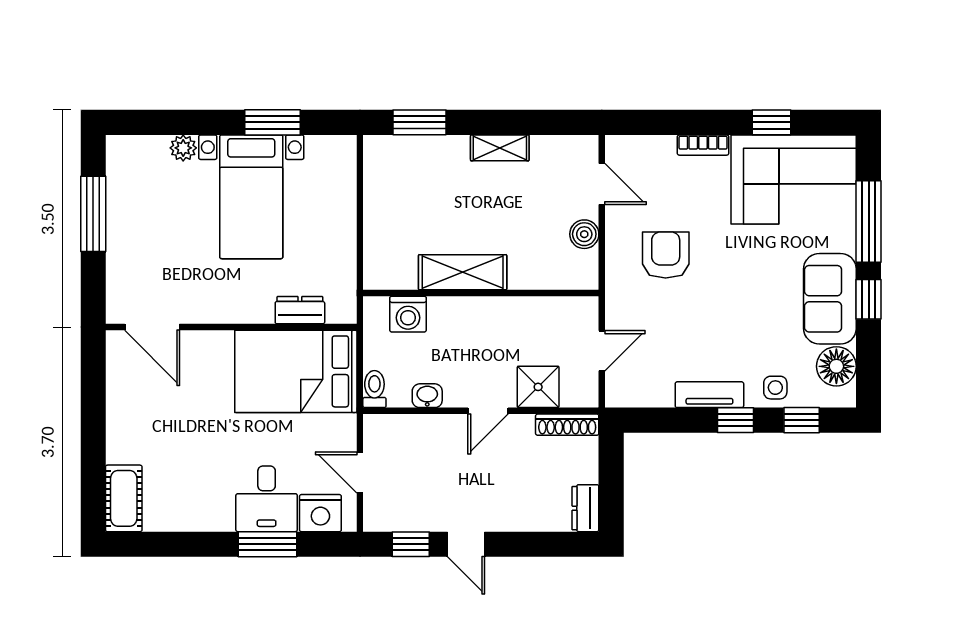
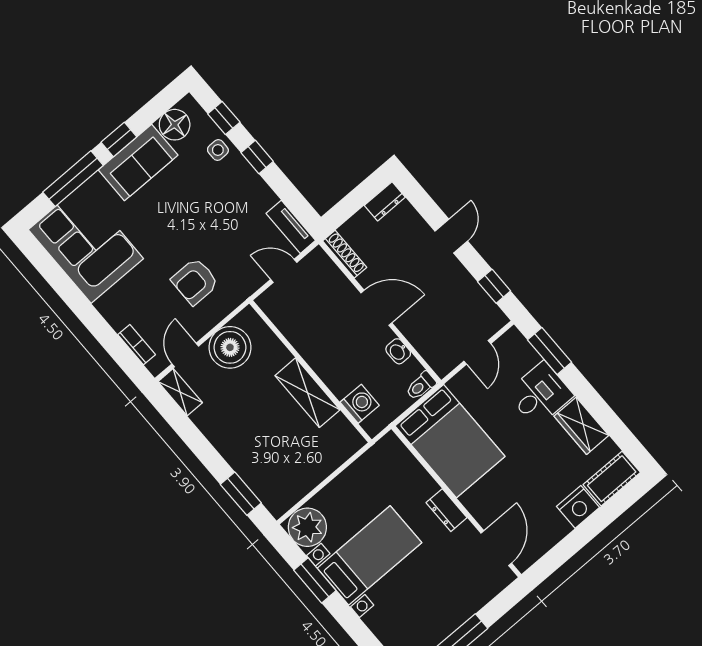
window: (771, 122) -> (63, 286), removed
bookcase: (703, 145) -> (137, 345), moved
plant: (183, 148) -> (307, 527), moved, width x1.87, depth x1.87
shelving: (500, 148) -> (180, 392), moved
boiler: (584, 234) -> (230, 347), width x1.86, depth x1.86
dresser: (300, 310) -> (447, 510), moved
shower: (538, 387) -> (337, 290), removed
tv unit: (709, 395) -> (291, 227), moved
door: (488, 411) -> (376, 308), width x1.38
wardrobe: (201, 513) -> (581, 426), added
nightstand: (320, 513) -> (578, 507), moved, turned 90
window: (267, 544) -> (550, 351), moved
door: (466, 544) -> (451, 236), moved

